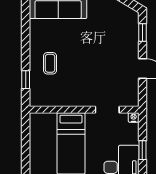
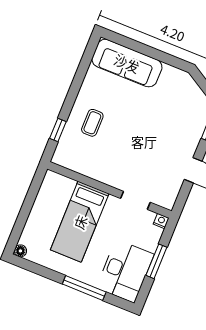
window: (142, 150) -> (156, 261), width x1.50

